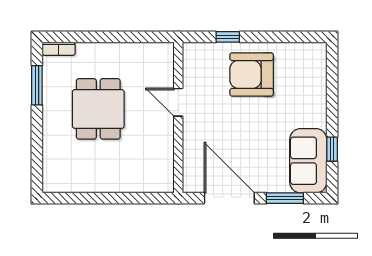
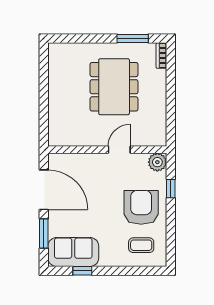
plant: (194, 54) -> (157, 162), added
coffee table: (300, 74) -> (141, 245), added
dining table: (98, 109) -> (114, 87), width x1.37
door: (229, 198) -> (44, 190), hinge flipped

